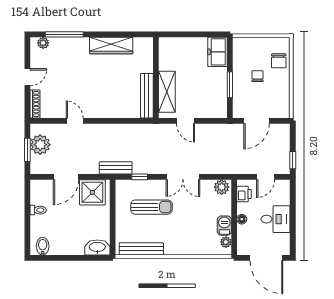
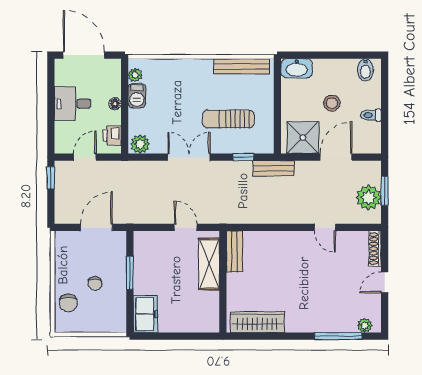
wardrobe: (111, 45) -> (257, 322), moved
chair: (279, 61) -> (68, 303), turned 180
bench: (147, 96) -> (234, 251), width x0.73
stool: (69, 220) -> (332, 103), added

